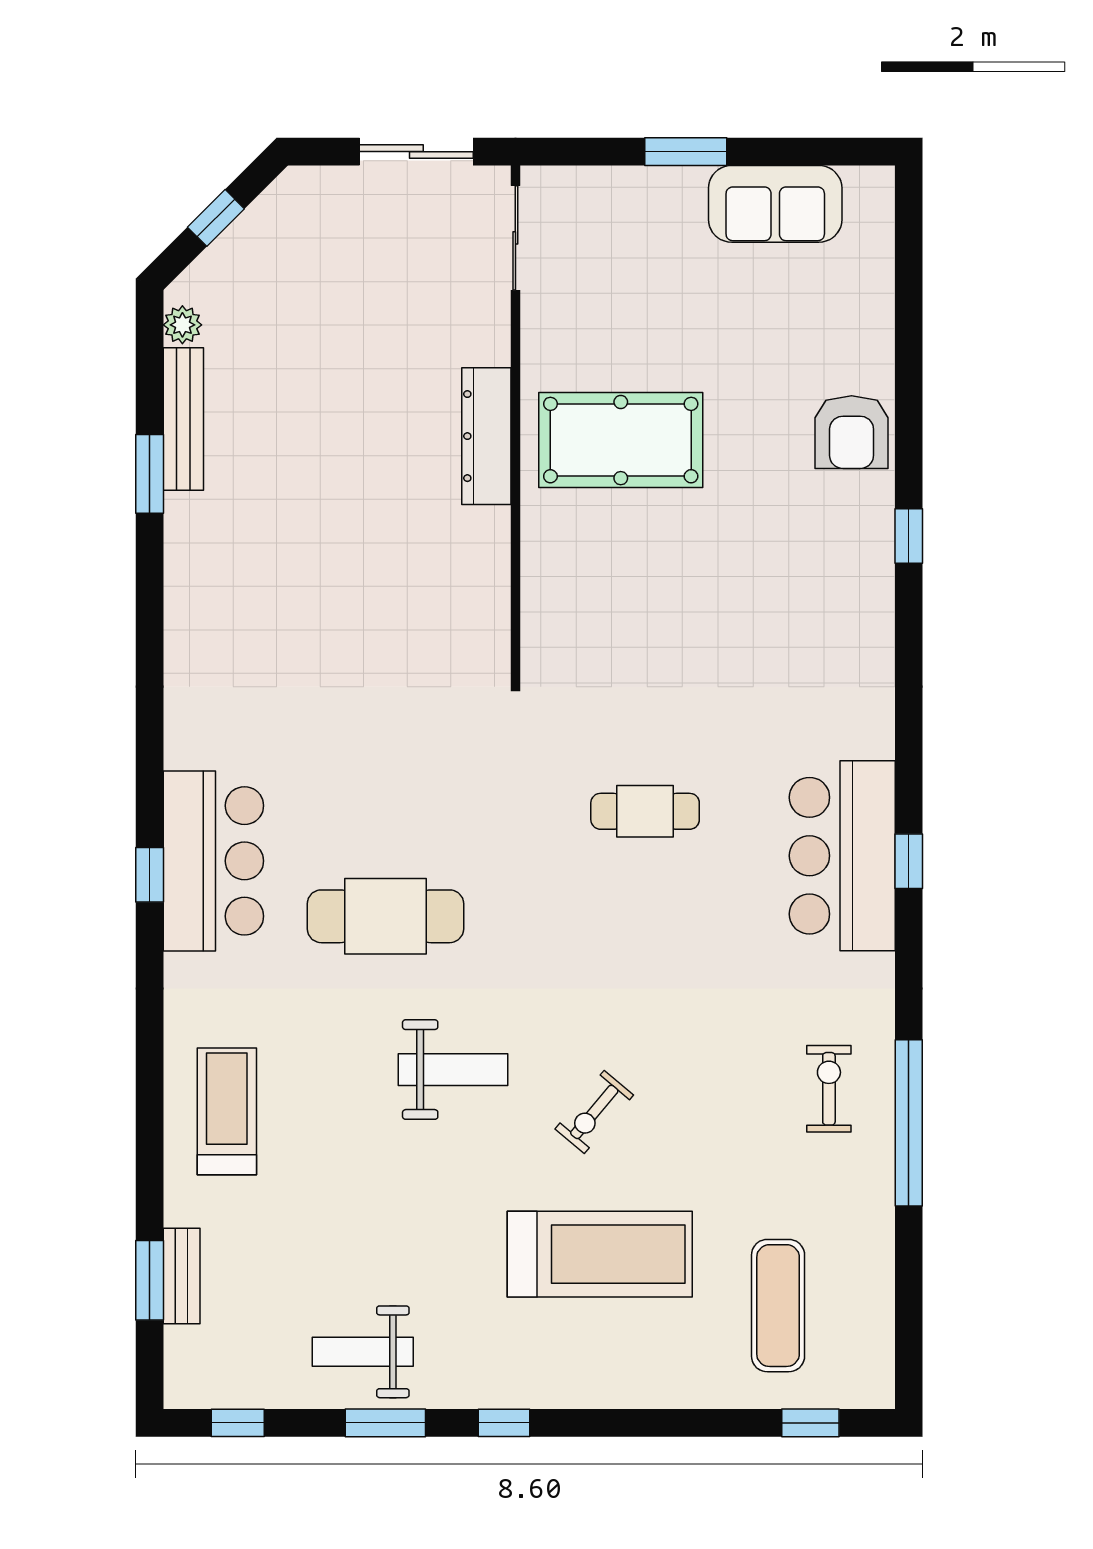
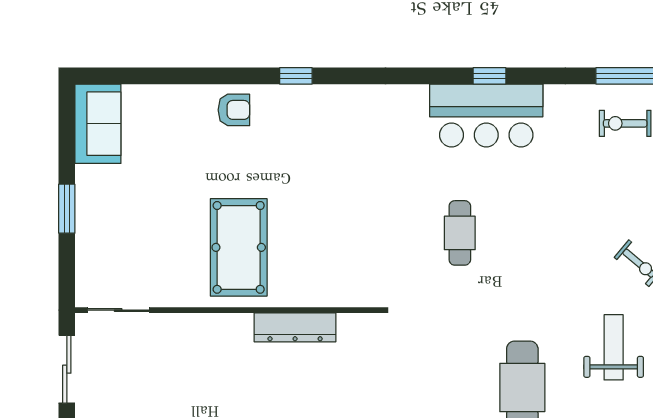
sofa: (775, 204) -> (98, 124), moved
armchair: (852, 432) -> (234, 110), width x0.72, depth x0.72
dresser: (486, 436) -> (295, 327), moved

